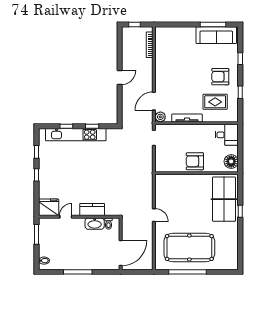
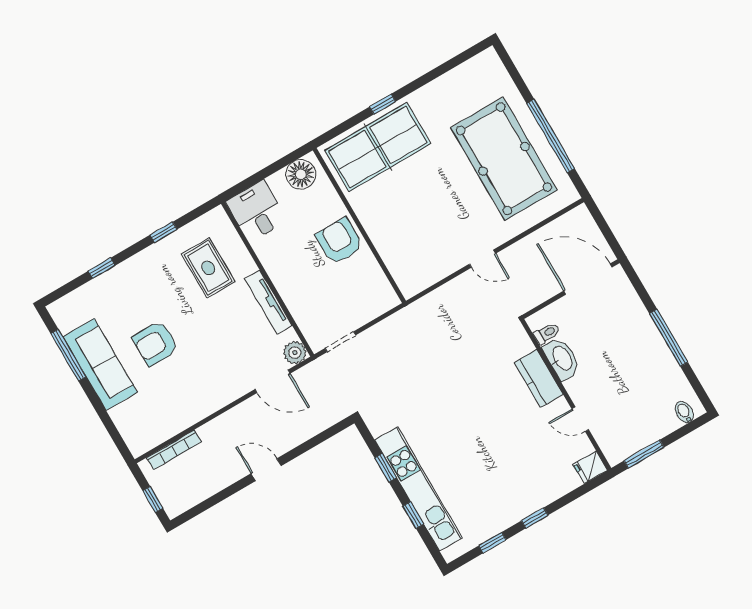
sofa: (216, 35) -> (100, 365), moved
armchair: (220, 77) -> (155, 343), moved, turned 90
armchair: (195, 161) -> (339, 241), turned 180
fridge: (49, 207) -> (590, 467), width x0.53, depth x0.75
door: (154, 215) -> (482, 259), swing flipped

